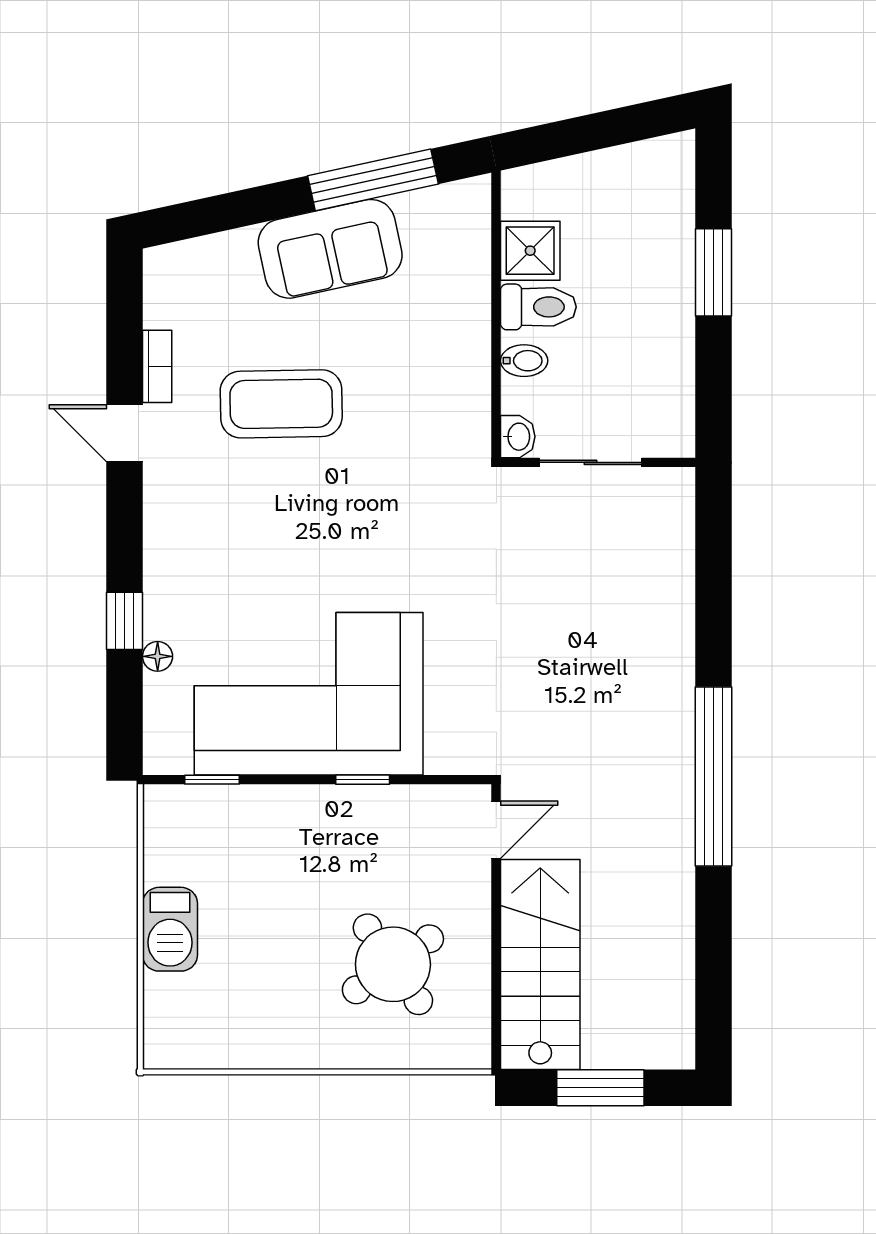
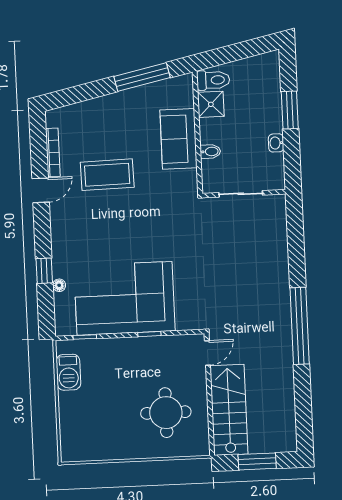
sofa: (330, 249) -> (179, 139), moved, turned 102
toilet: (538, 307) -> (213, 80), moved
bookcase: (157, 366) -> (53, 152), width x1.56
door: (124, 433) -> (41, 190), swing flipped
washbasin: (518, 437) -> (276, 143), moved, turned 180
barbecue: (170, 929) -> (68, 372), moved
round table: (393, 964) -> (166, 413), turned 35

